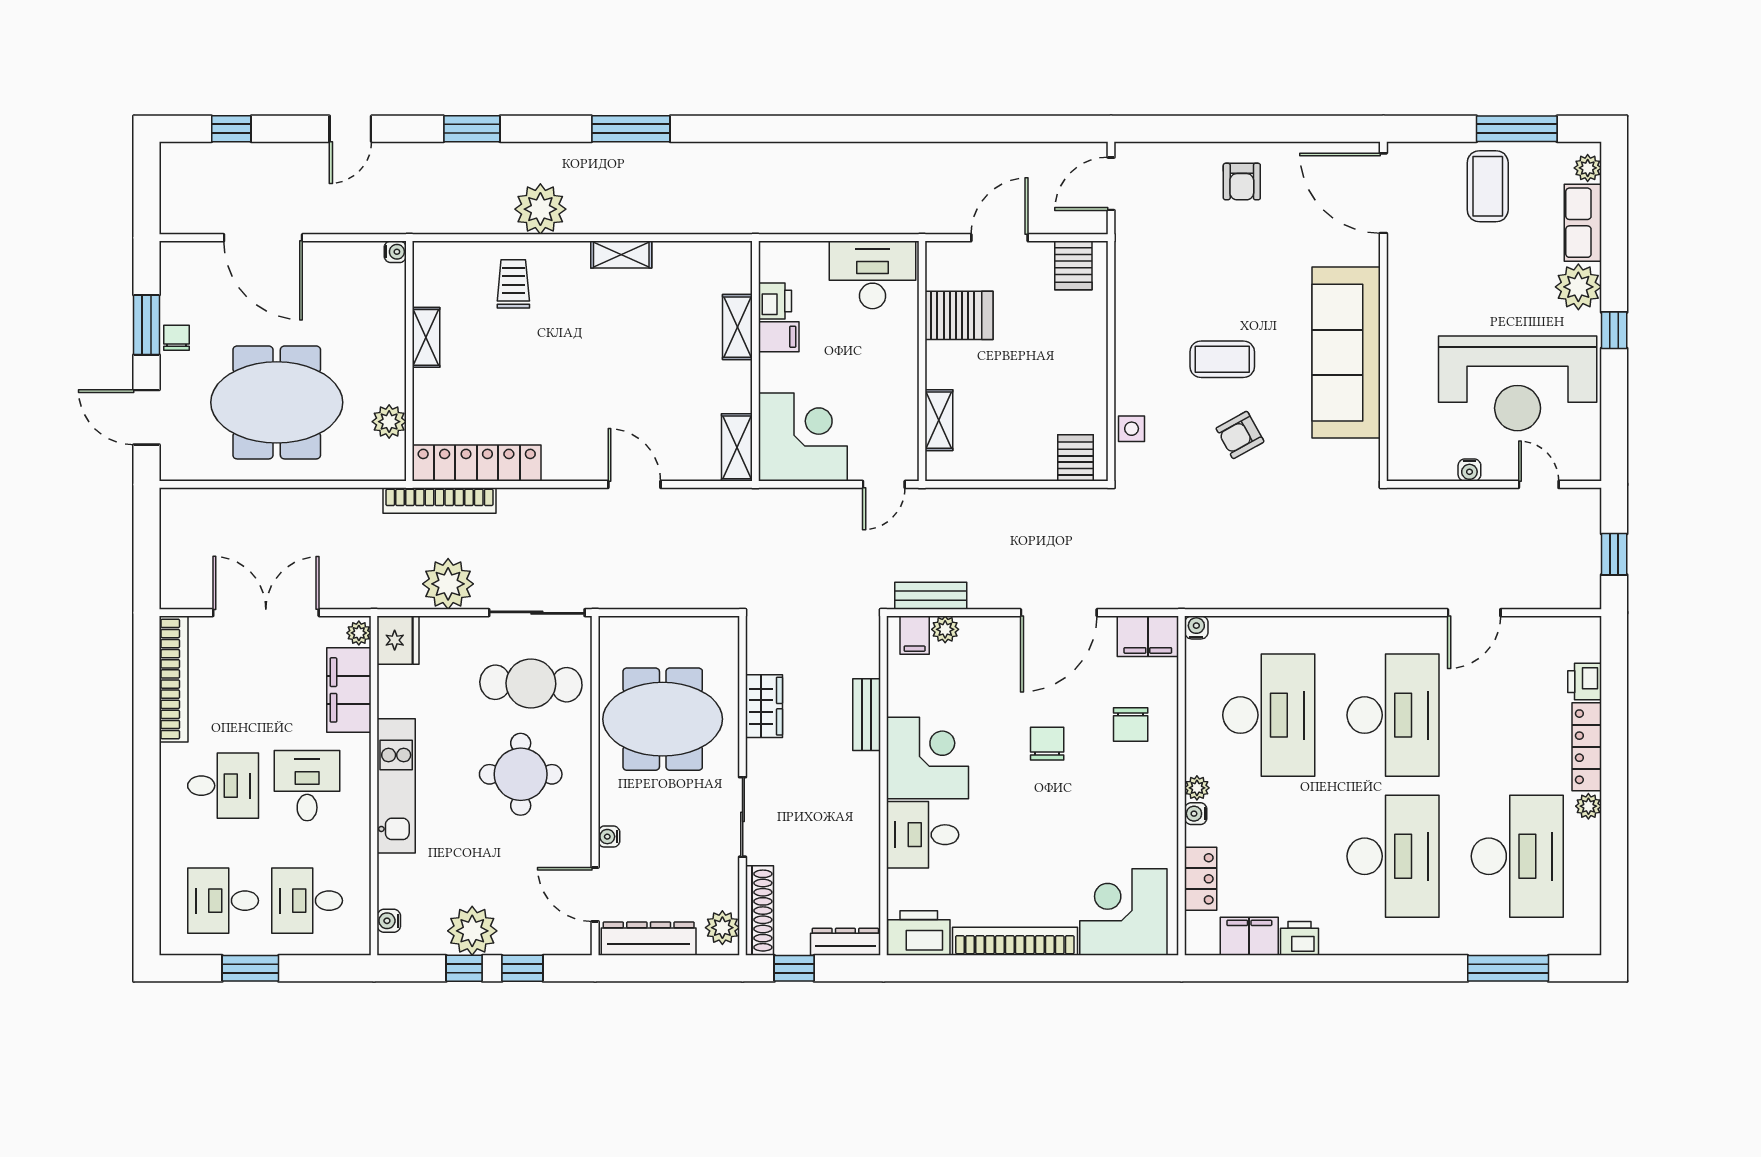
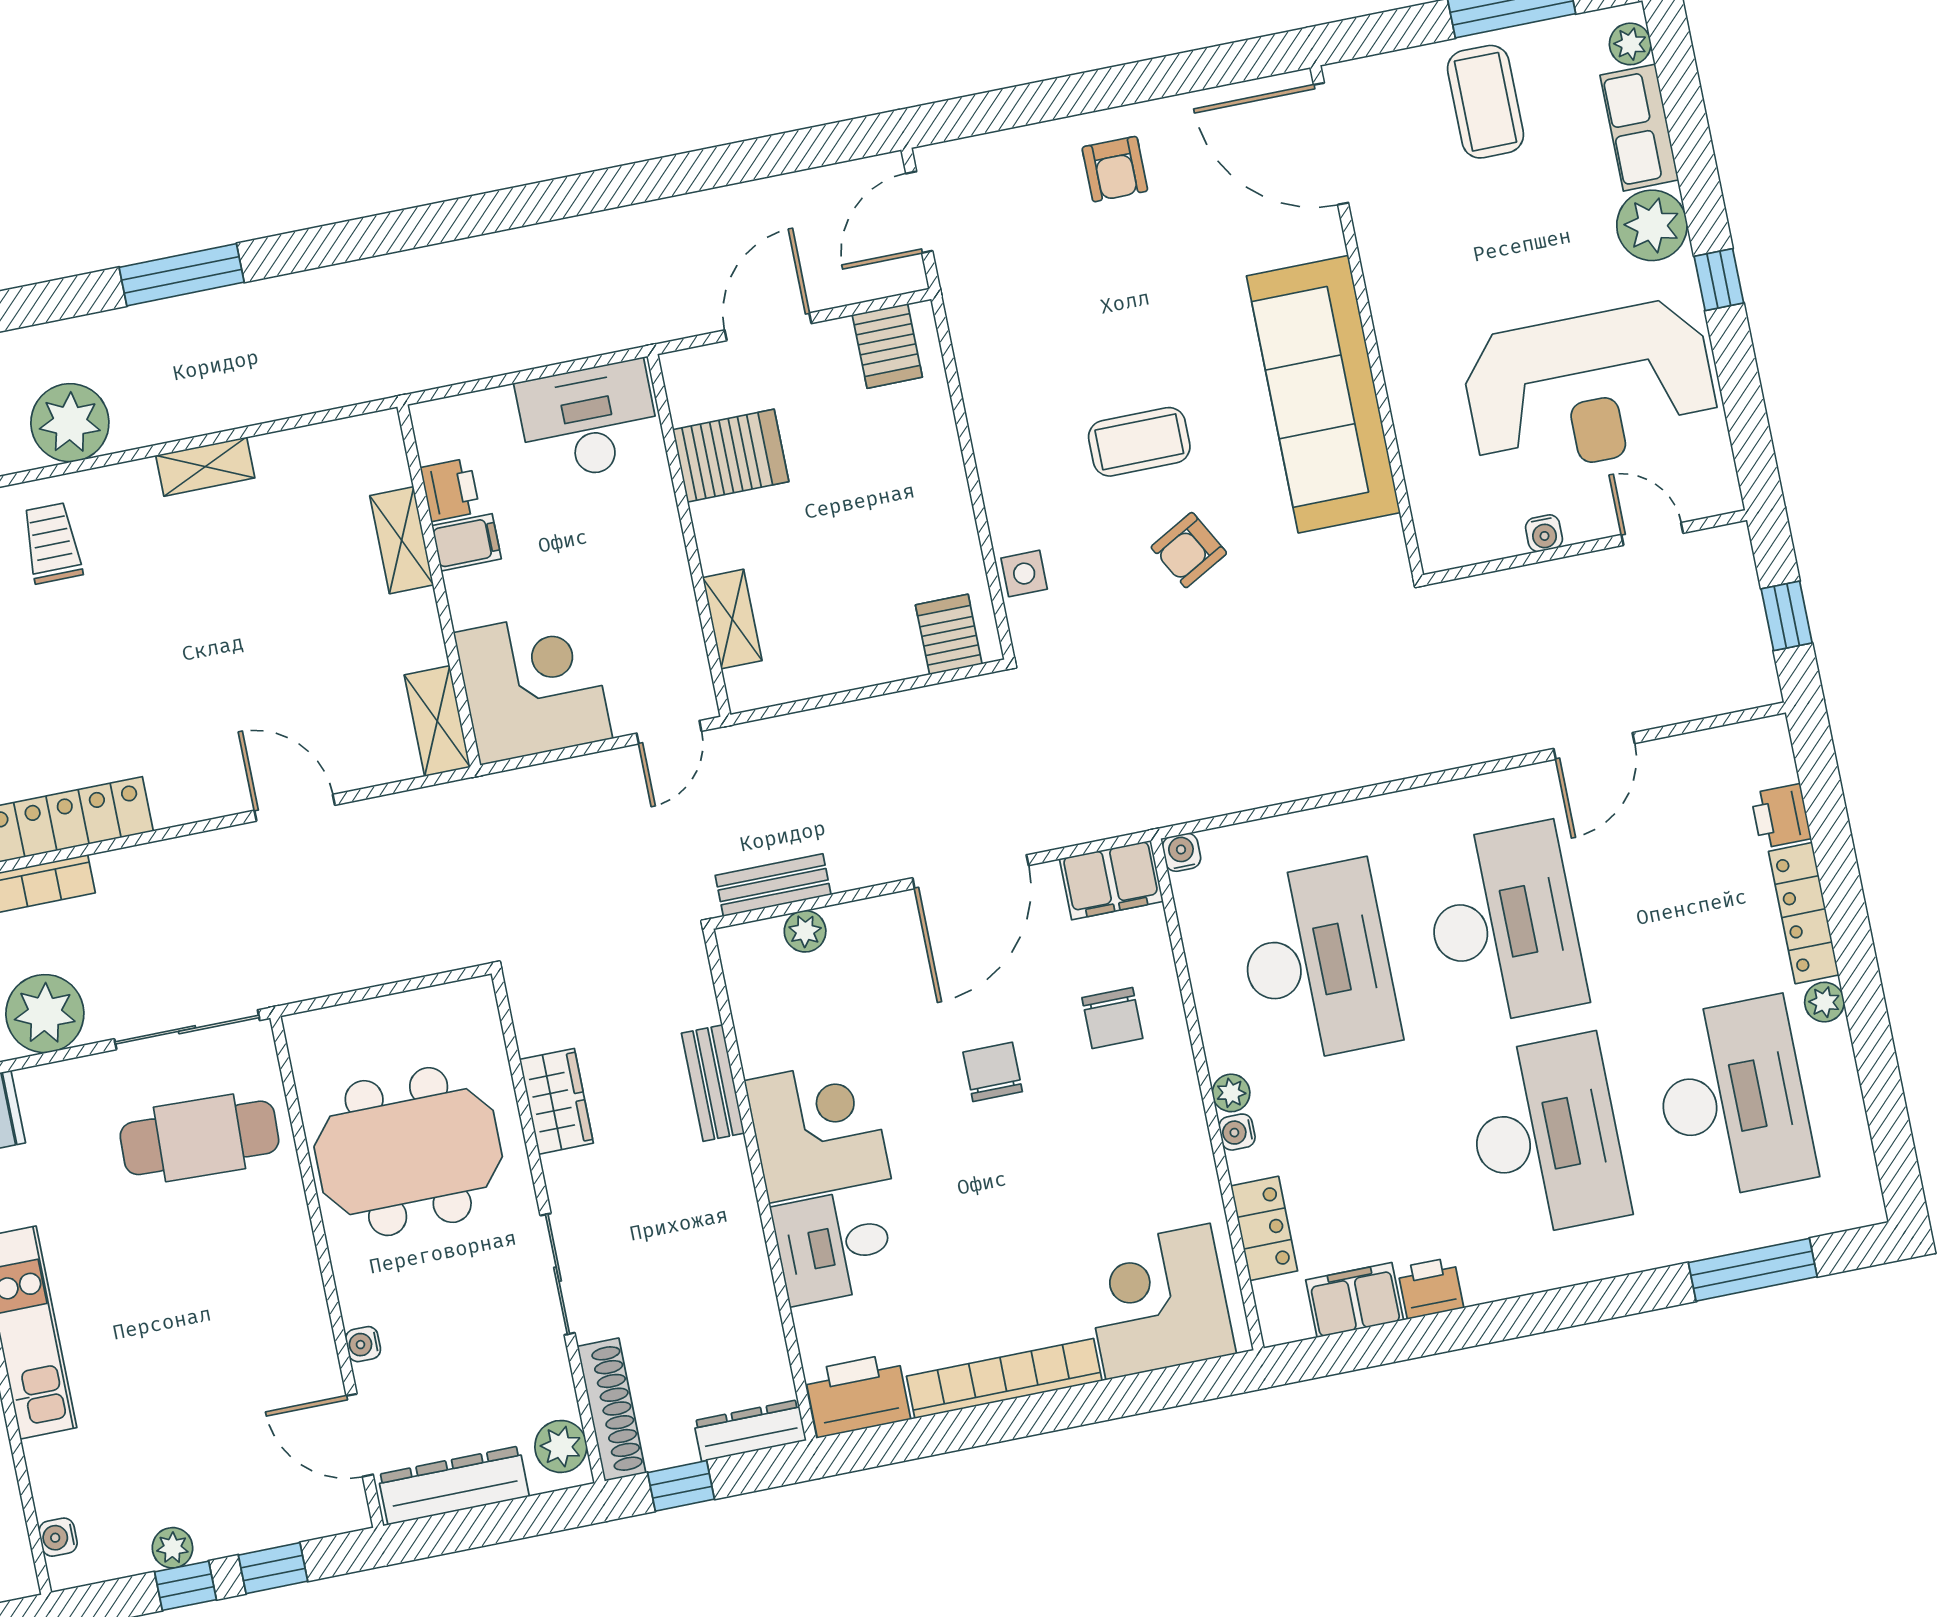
filing cabinet: (915, 635) -> (761, 949), removed
round table: (521, 774) -> (212, 1277), removed
plant: (472, 931) -> (172, 1548), width x0.53, depth x0.53

